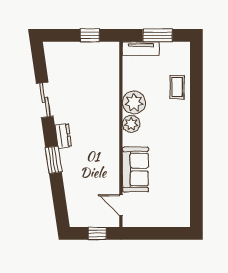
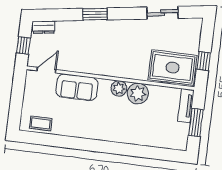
rug: (101, 68) -> (172, 68), added
coffee table: (177, 87) -> (41, 123), moved
sliding door: (45, 100) -> (163, 13), moved
dresser: (63, 136) -> (44, 27), moved

